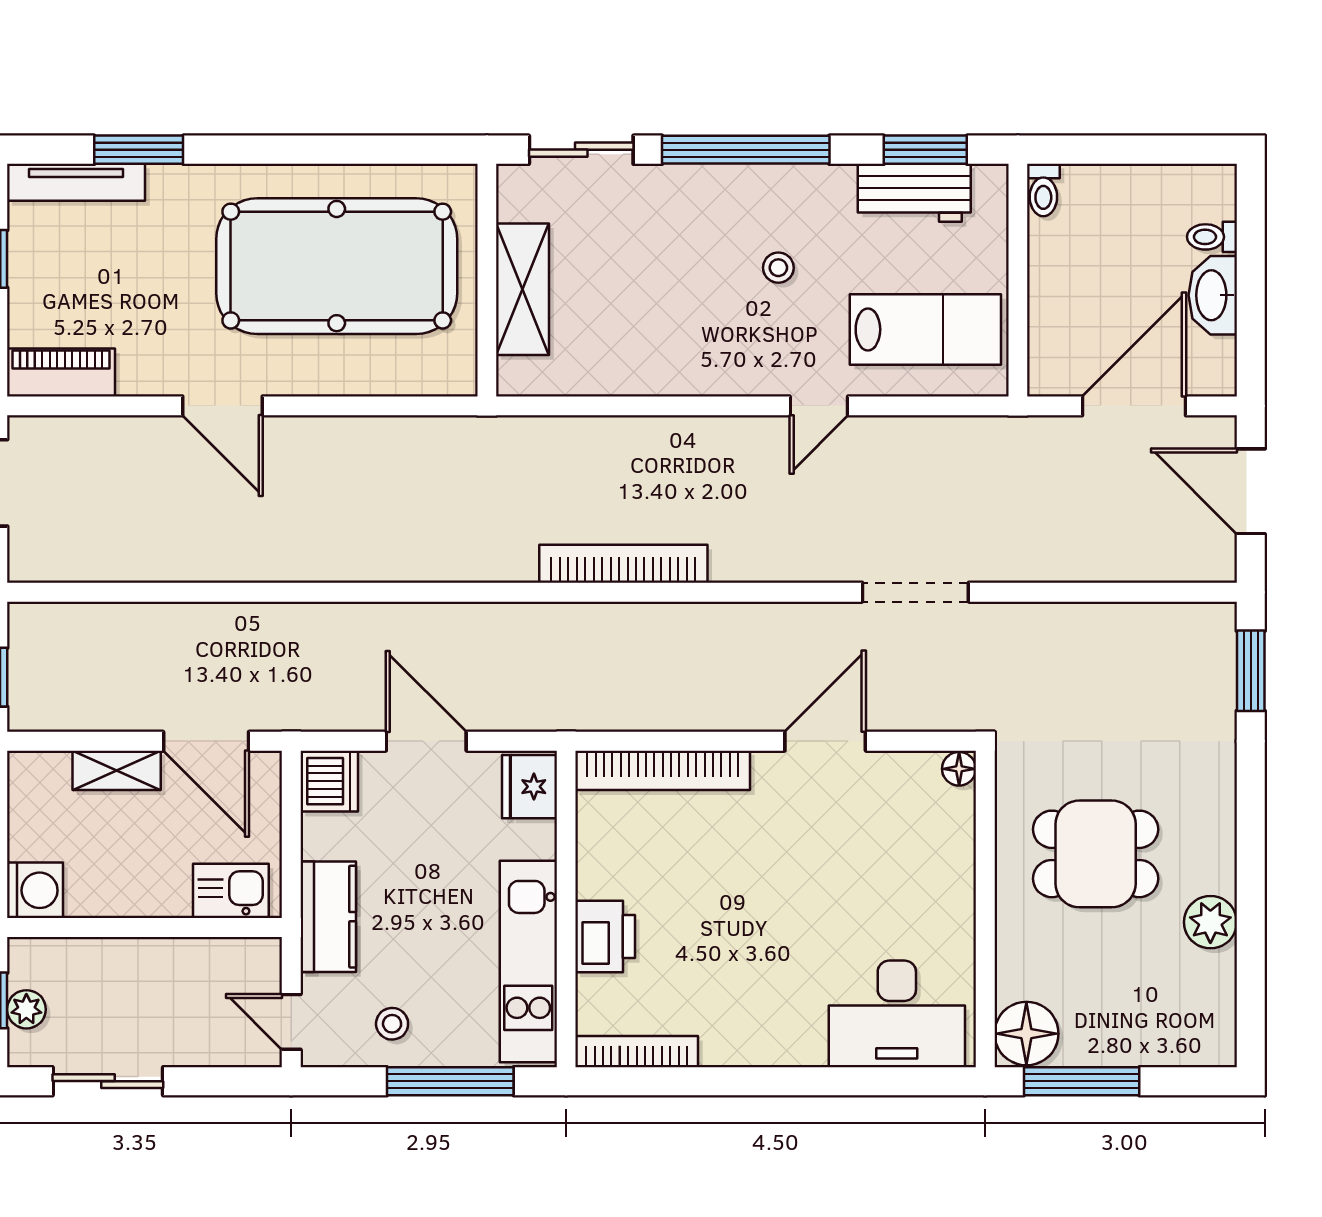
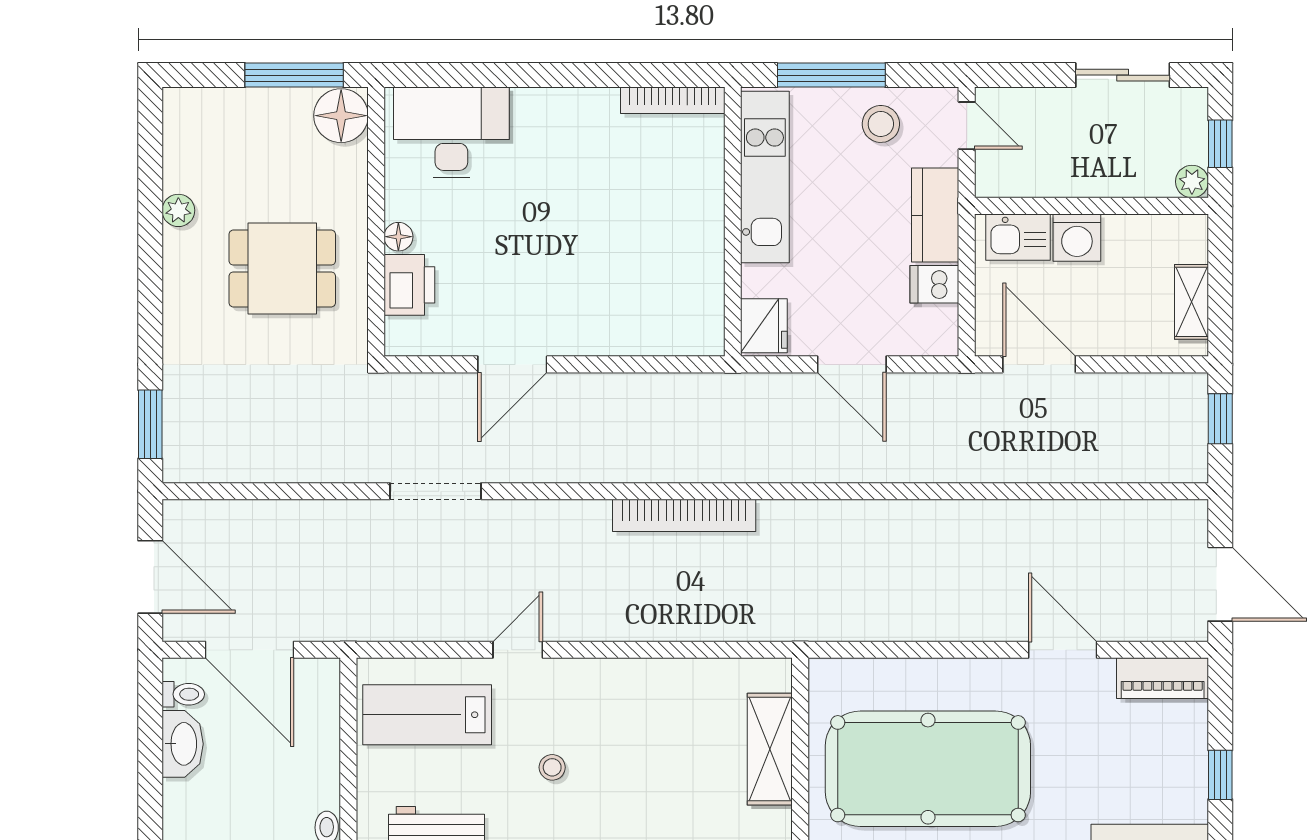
toilet: (1212, 237) -> (183, 694), moved
door: (223, 406) -> (1063, 650), moved
door: (1134, 406) -> (250, 650), hinge flipped
floor lamp: (959, 769) -> (398, 237), moved
shelving: (117, 770) -> (1192, 302), moved, turned 90
bookcase: (663, 770) -> (651, 340), removed
dishwasher: (329, 781) -> (934, 284), moved, width x0.73
washing machine: (35, 890) -> (1077, 238), moved, turned -90
plant: (1210, 922) -> (178, 210), width x0.73, depth x0.73
printer: (605, 937) -> (409, 285), moved, turned 180
plant: (26, 1009) -> (1192, 182), moved
stool: (392, 1024) -> (881, 124), width x1.37, depth x1.37

